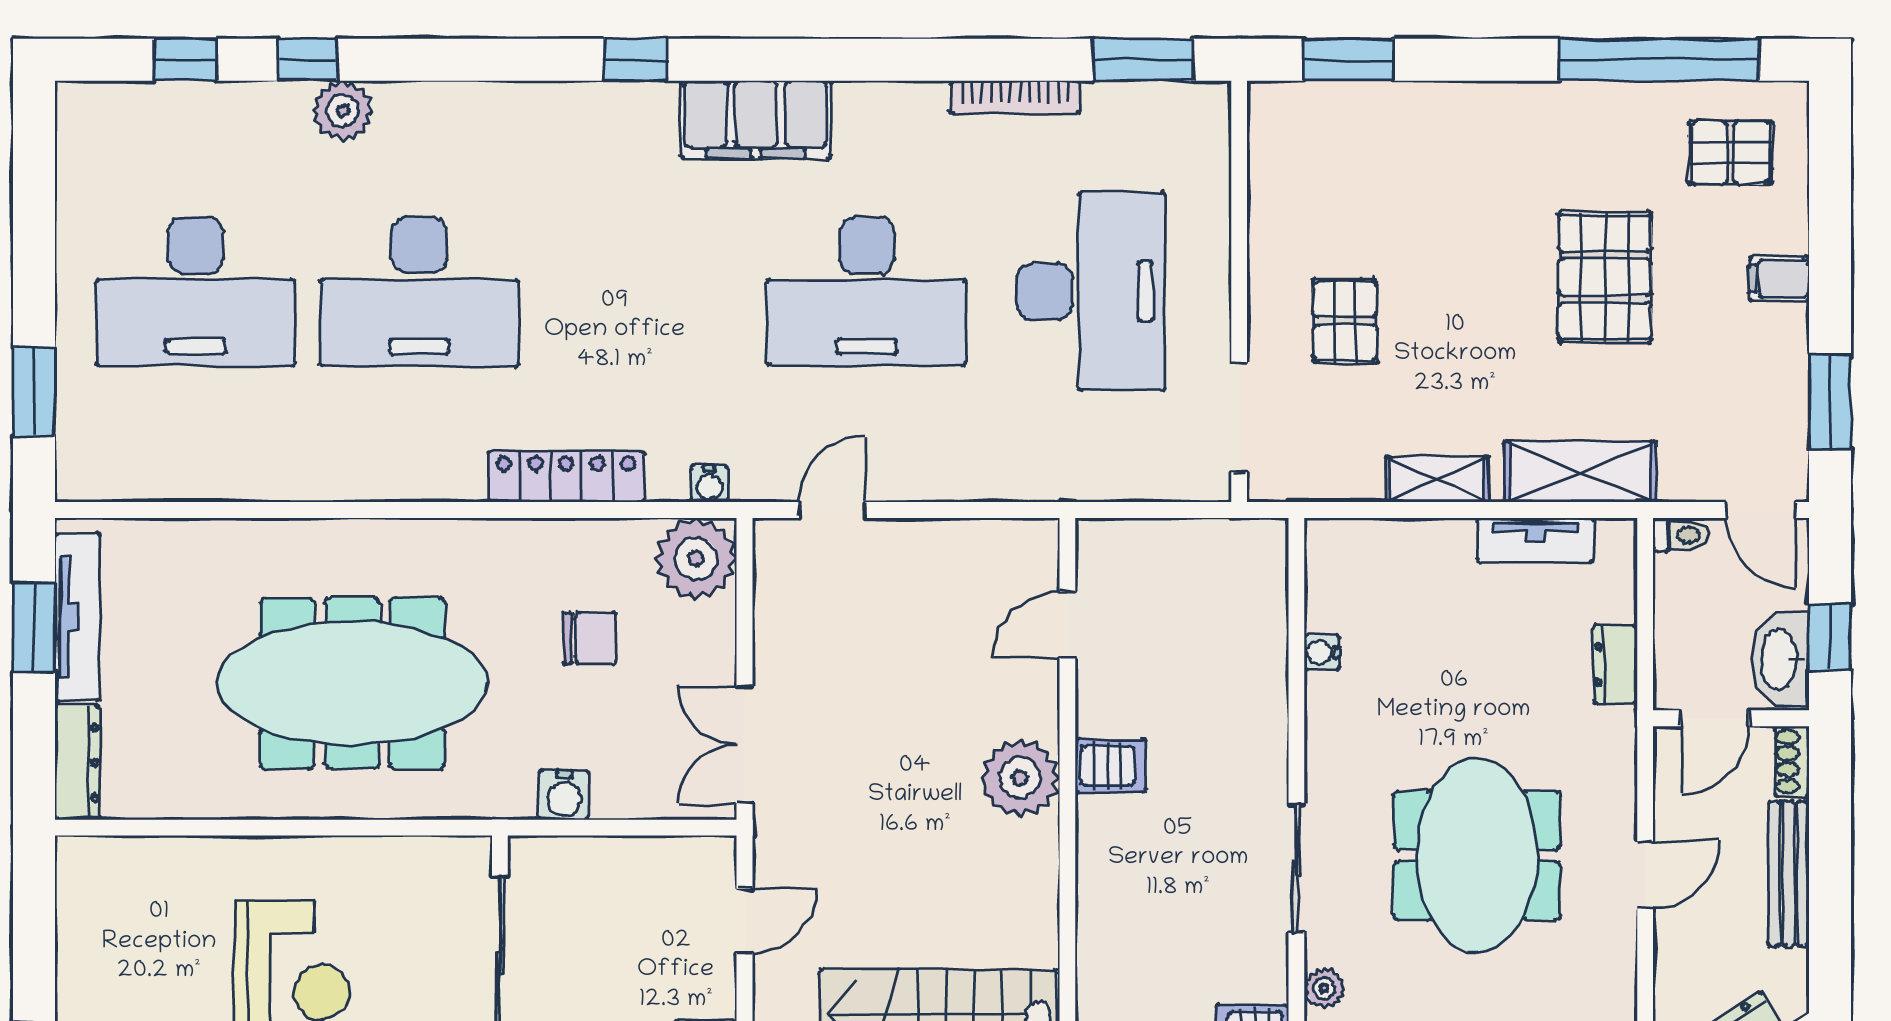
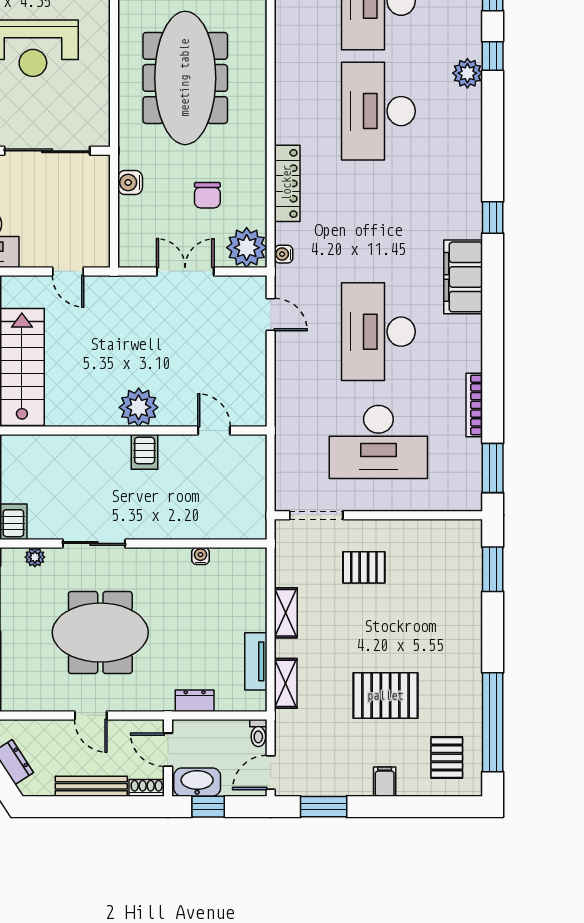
shelving: (1580, 472) -> (286, 683), width x0.67, depth x0.75
double door: (745, 745) -> (185, 271), moved

